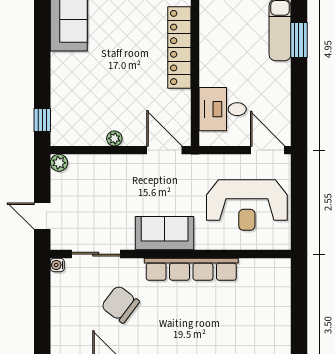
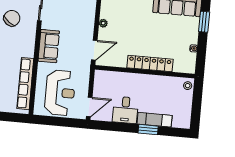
desk: (223, 109) -> (125, 110), moved, turned 180
reception desk: (247, 205) -> (60, 93), turned 180
row of seats: (191, 269) -> (25, 84), moved

